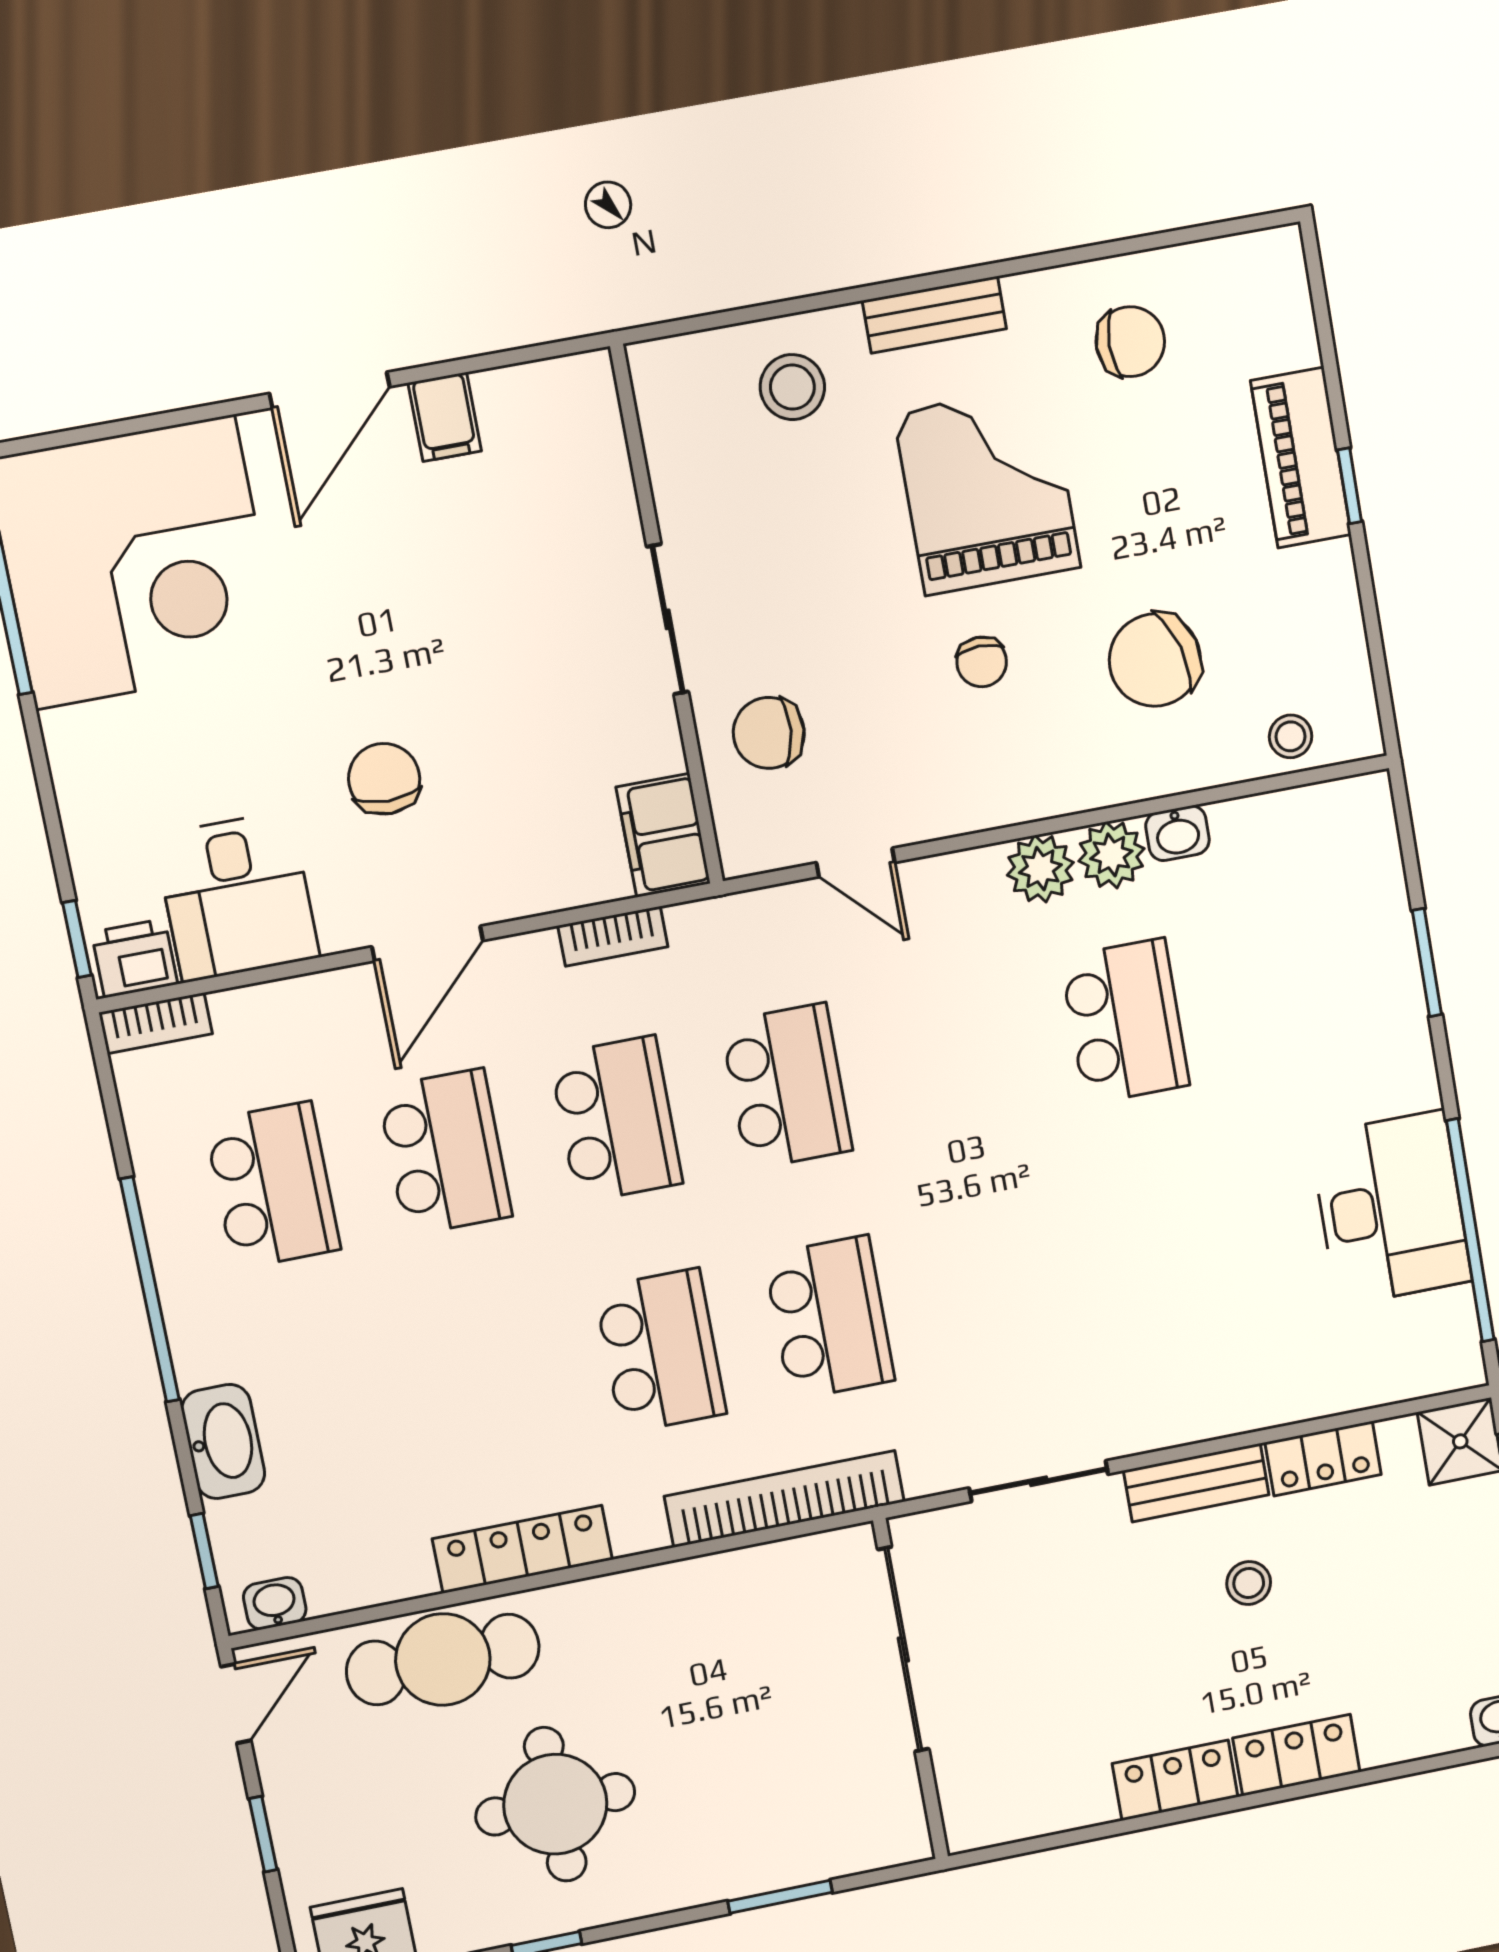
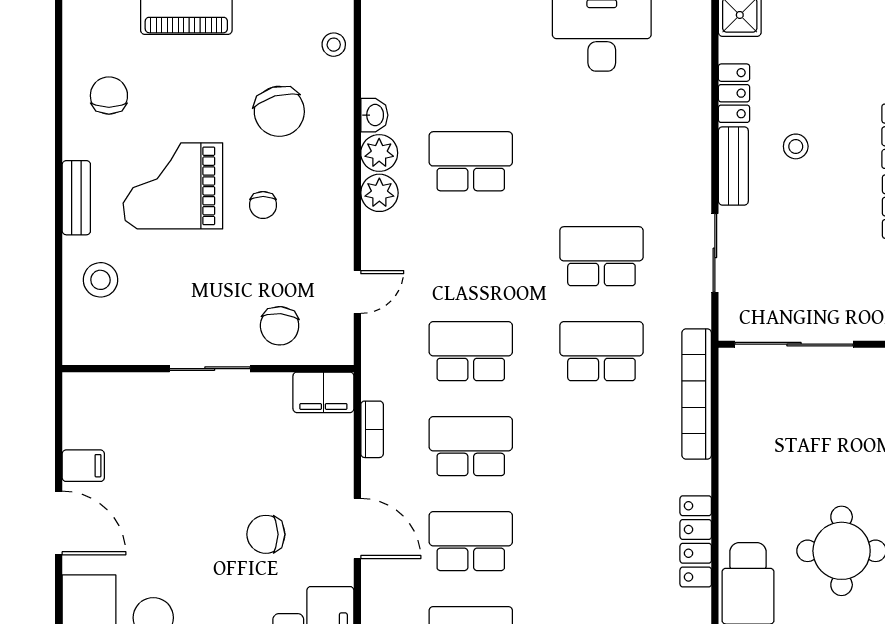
chair: (982, 662) -> (263, 205), turned 91
school desk: (660, 1351) -> (601, 256), moved

